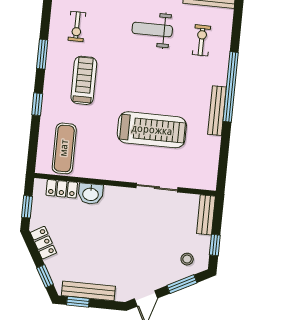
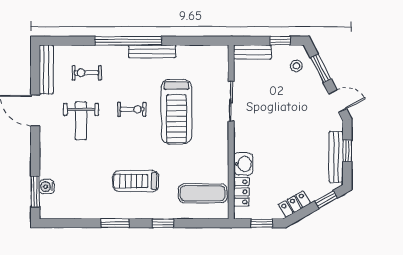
exercise bike: (77, 26) -> (132, 109), moved
treadmill: (152, 130) -> (176, 112), turned 180
window: (78, 302) -> (347, 151), moved

